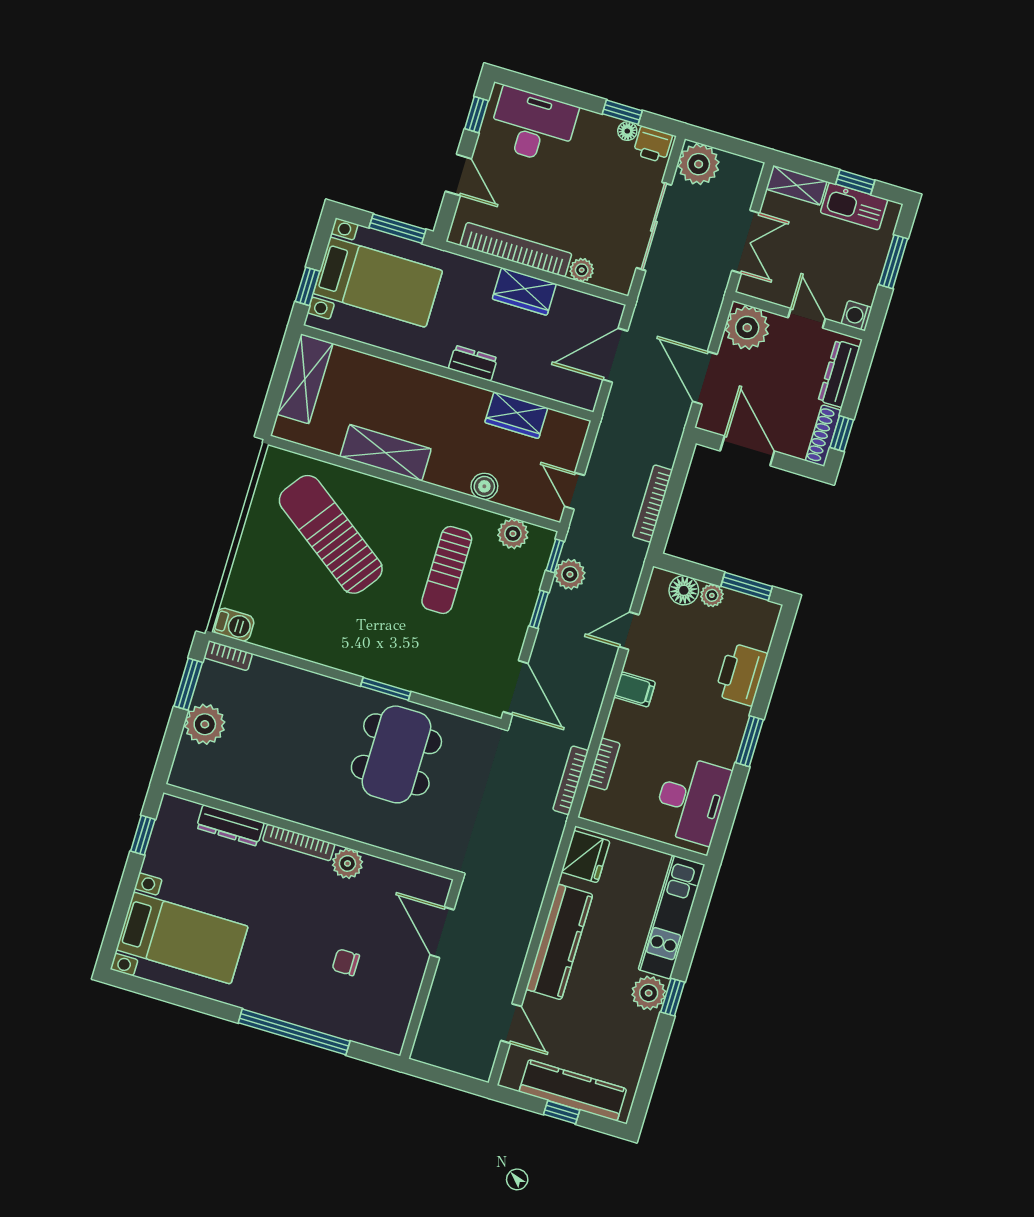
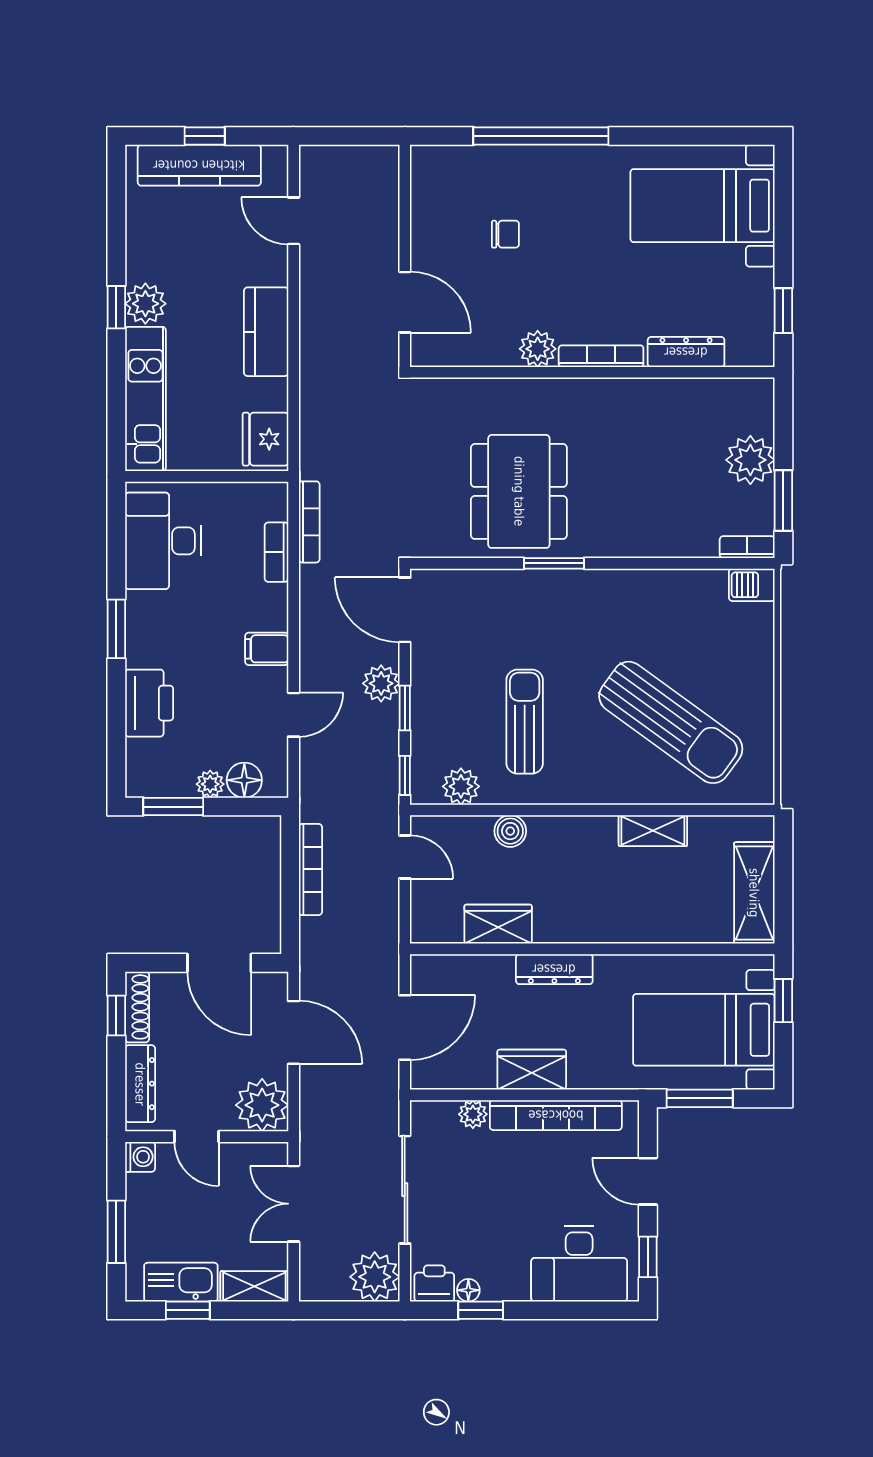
dresser: (473, 363) -> (554, 969), width x1.44
shelving: (386, 453) -> (653, 831), width x0.67, depth x0.75
plant: (570, 574) -> (381, 683), moved
kitchen counter: (559, 942) -> (266, 332), width x0.67

